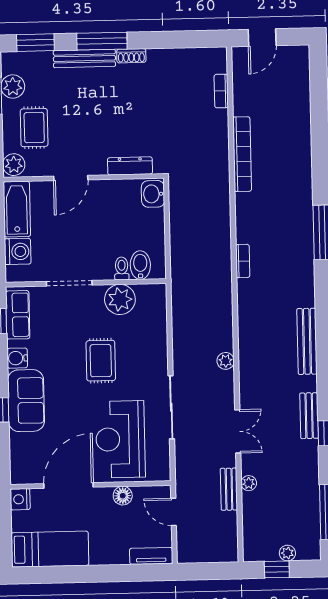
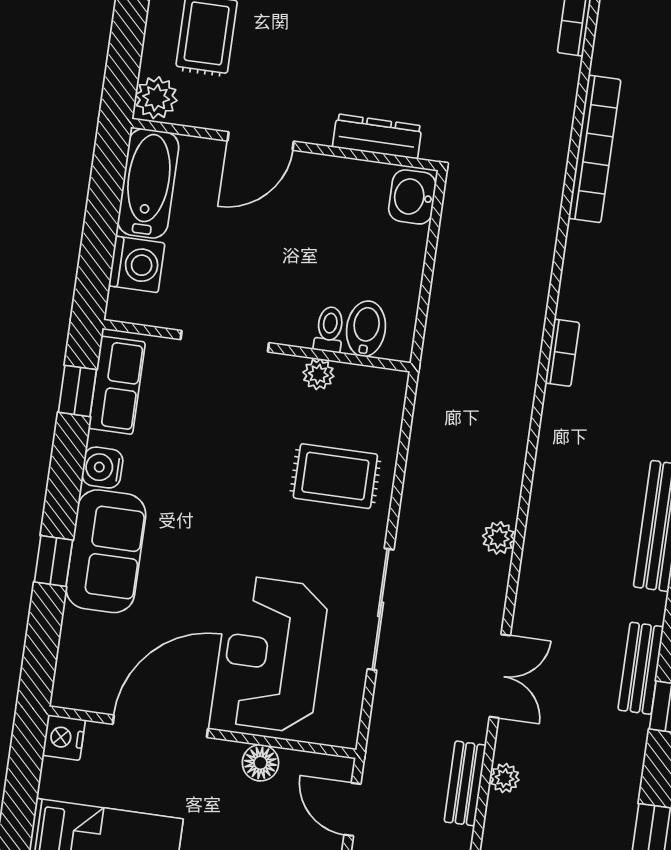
plant: (120, 299) -> (318, 374), width x0.53, depth x0.53
rug: (101, 361) -> (335, 476), moved, turned 90

